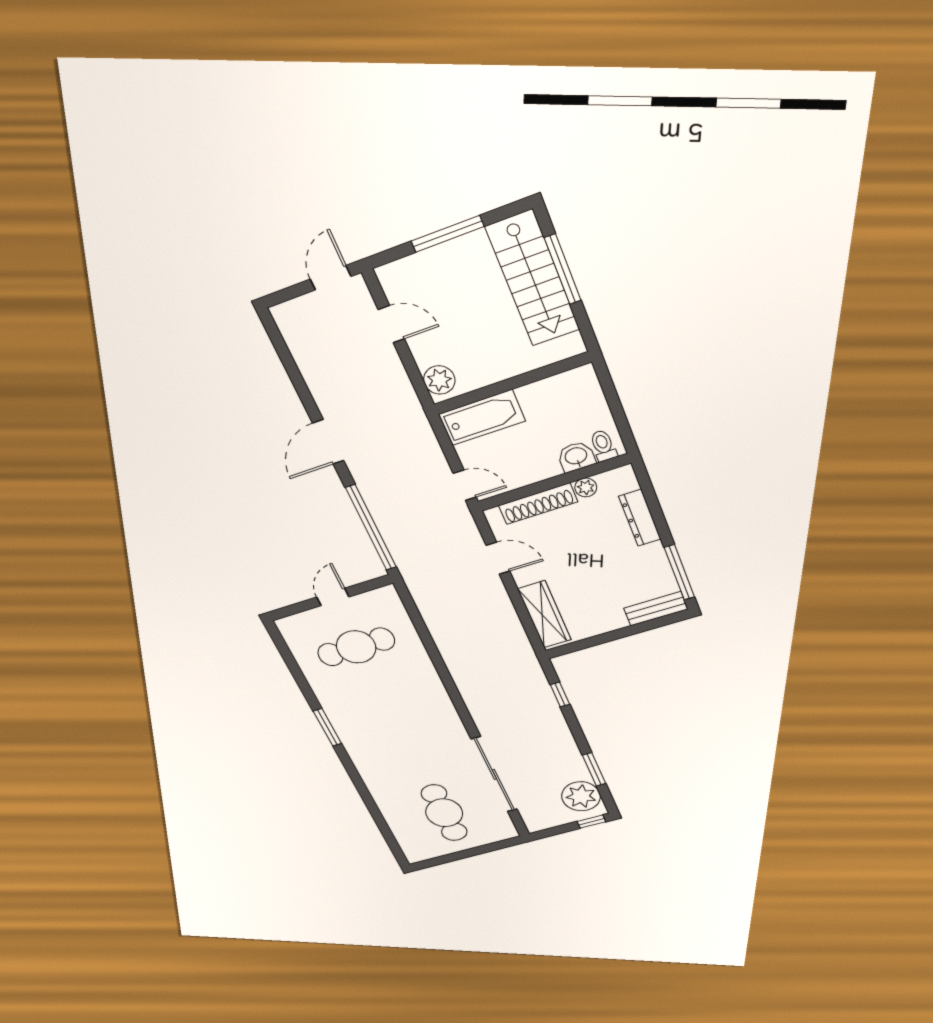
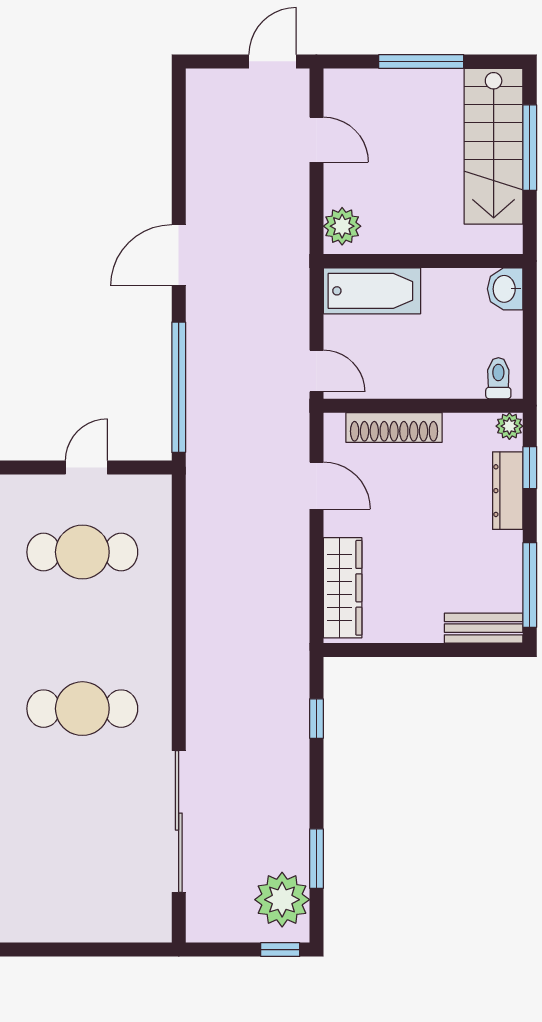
washbasin: (576, 457) -> (505, 289), moved, turned -90
plant: (586, 487) -> (509, 426), moved
window: (651, 498) -> (530, 468), added
cafe table: (444, 813) -> (82, 709), moved, turned 90

